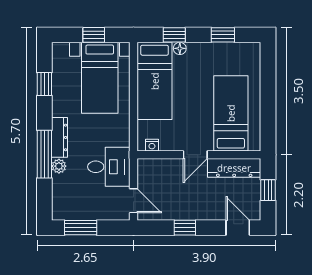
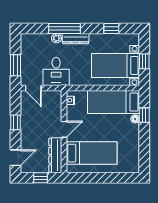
window: (223, 35) -> (144, 148), removed
door: (195, 155) -> (64, 129), swing flipped
door: (133, 201) -> (33, 88), hinge flipped
window: (81, 228) -> (15, 65), moved

